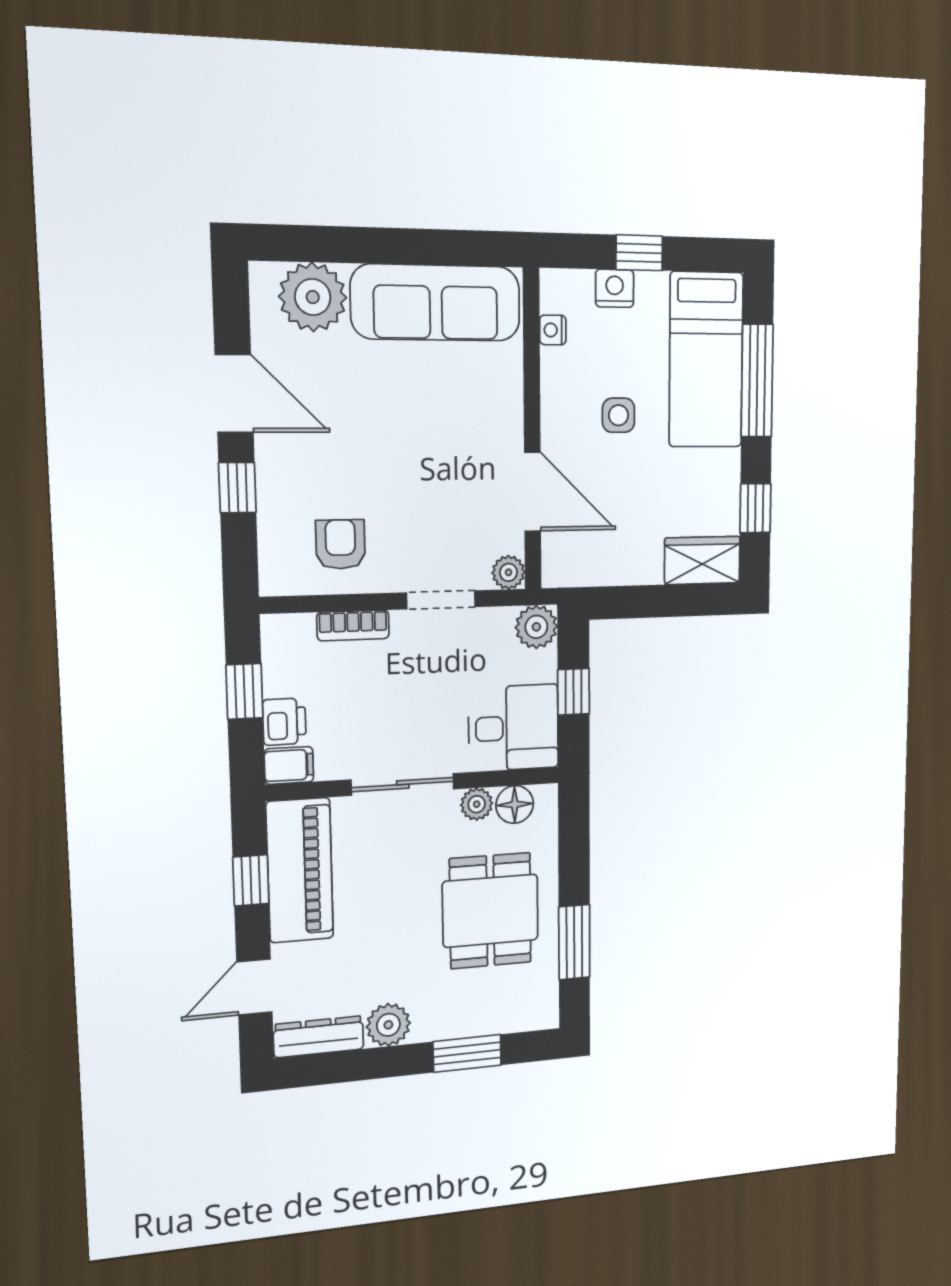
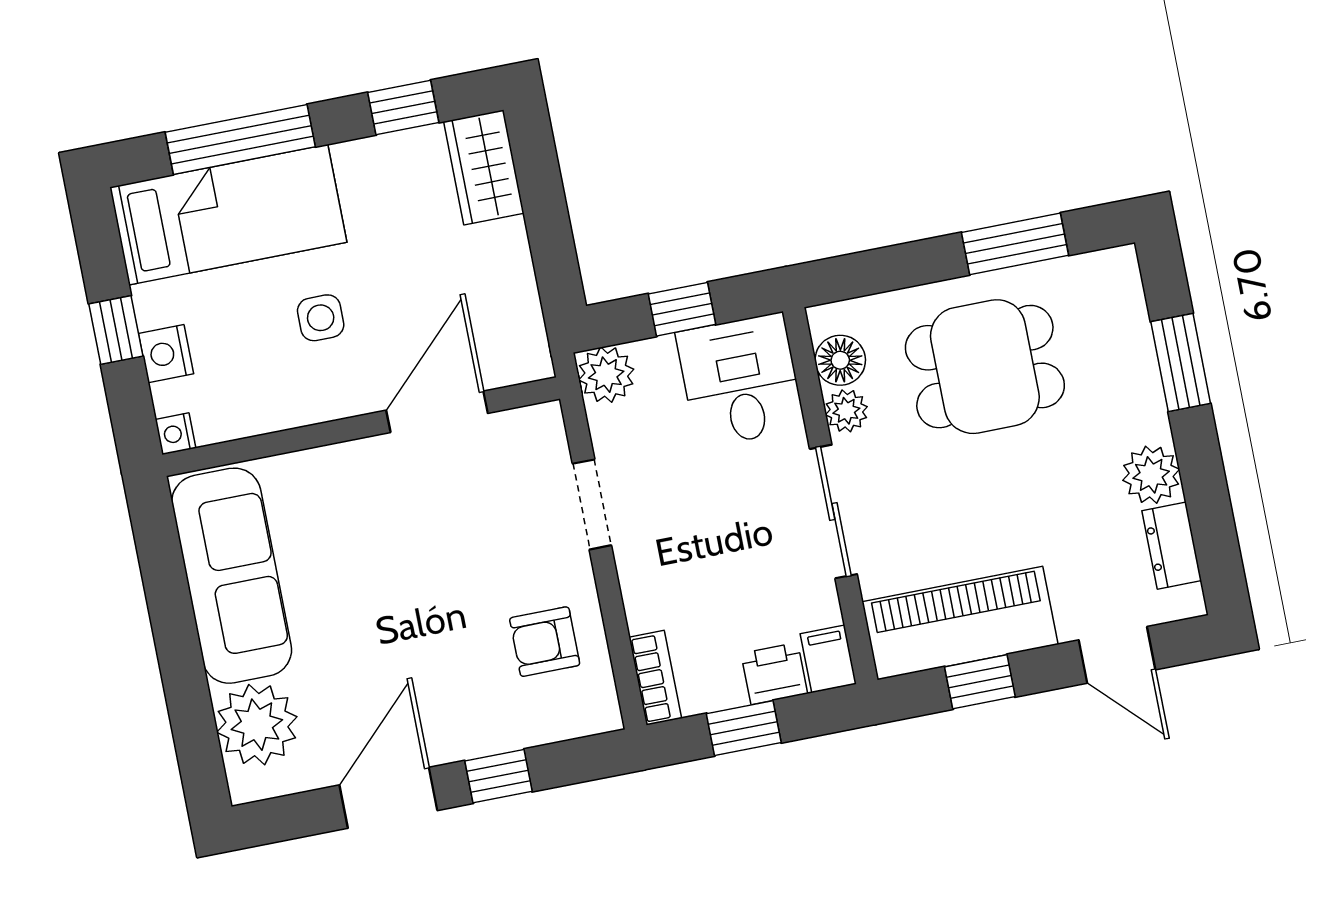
nightstand: (553, 330) -> (176, 434), moved, turned 90
plant: (508, 572) -> (543, 424), removed
bookcase: (353, 625) -> (655, 678), moved
dresser: (319, 1037) -> (1172, 546), width x0.70

